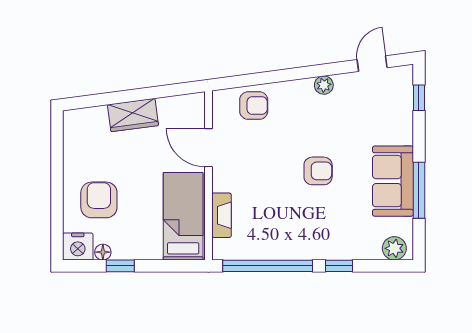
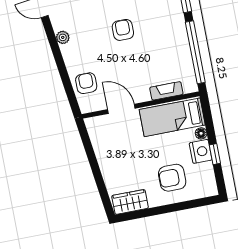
wardrobe: (133, 115) -> (130, 202), moved, turned -82
door: (209, 148) -> (121, 109), swing flipped
nightstand: (78, 247) -> (201, 151), moved
floor lamp: (103, 252) -> (201, 133), moved

